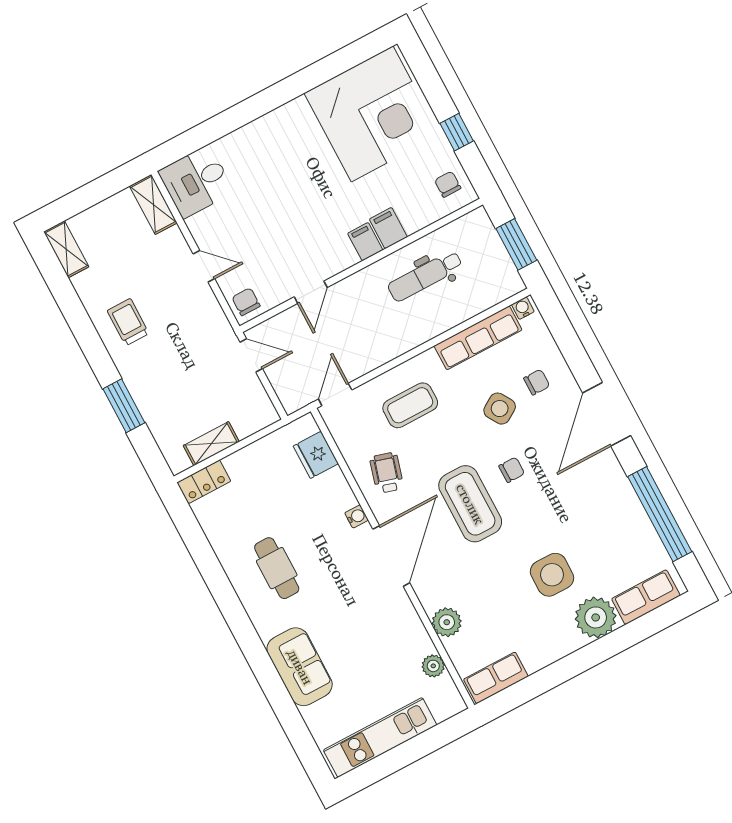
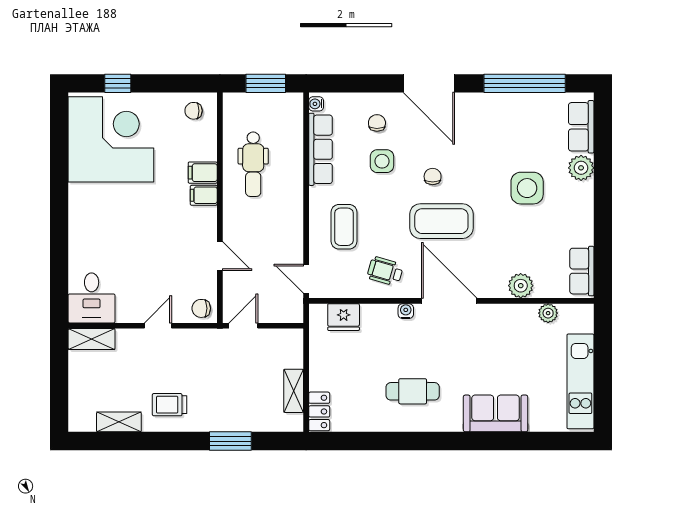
window: (457, 132) -> (118, 83), moved
shelving: (66, 249) -> (119, 422), moved
side table: (500, 409) -> (382, 161), turned 32
plant: (596, 617) -> (581, 168), width x0.73, depth x0.73

